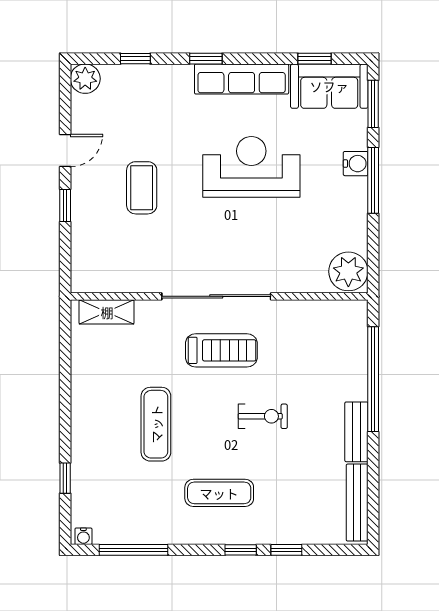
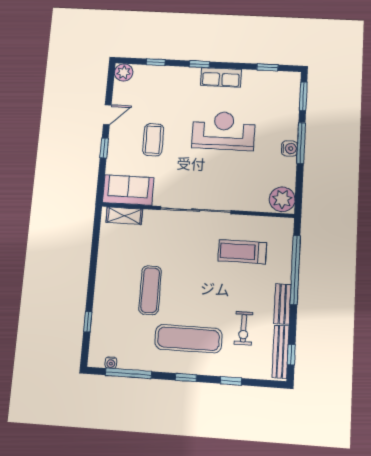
row of seats: (242, 79) -> (221, 77), width x0.68
sofa: (329, 86) -> (128, 190), moved, turned 180
water cooler: (356, 164) -> (290, 148), moved
treadmill: (221, 350) -> (242, 252), moved, turned 180
exercise bike: (263, 416) -> (244, 328), moved, turned 90
exercise mat: (219, 493) -> (188, 339), width x1.36, depth x1.45
window: (373, 506) -> (291, 355), added
water cooler: (83, 536) -> (111, 363), moved
window: (241, 550) -> (186, 378), moved

